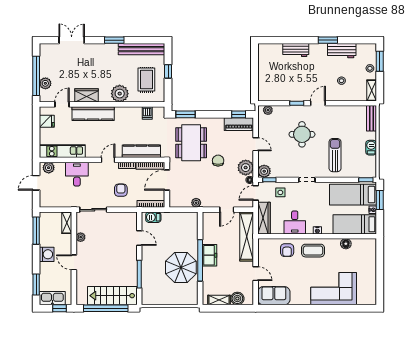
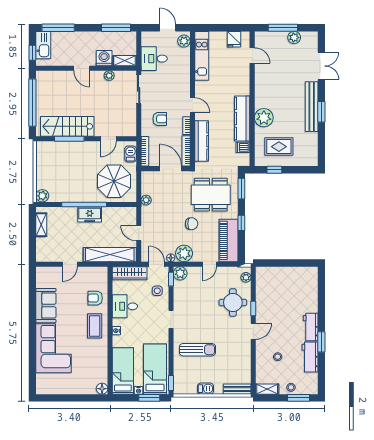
bench: (142, 49) -> (312, 107), moved
workbench: (296, 50) -> (311, 327), moved
window: (168, 71) -> (274, 170), moved
window: (36, 76) -> (283, 28), width x0.68
plant: (45, 83) -> (294, 38), moved
wardrobe: (86, 95) -> (262, 82), removed
door: (318, 103) -> (253, 331), hinge flipped
kitchen counter: (93, 114) -> (242, 118), moved
window: (239, 114) -> (241, 223), moved
piano: (239, 124) -> (229, 240), width x1.37, depth x1.33
round table: (302, 134) -> (233, 302), moved
desk: (77, 174) -> (154, 59), moved, turned 180
floor lamp: (346, 244) -> (102, 389), moved
washing machine: (47, 254) -> (104, 58), moved, turned 180
door: (74, 262) -> (82, 68), swing flipped
parasol: (181, 267) -> (114, 181), moved
window: (36, 284) -> (58, 28), width x1.44
stairs: (112, 296) -> (67, 126), moved, turned -90
sofa: (274, 296) -> (46, 306), moved
plant: (192, 299) -> (42, 196), added
boiler: (237, 299) -> (43, 245), removed

